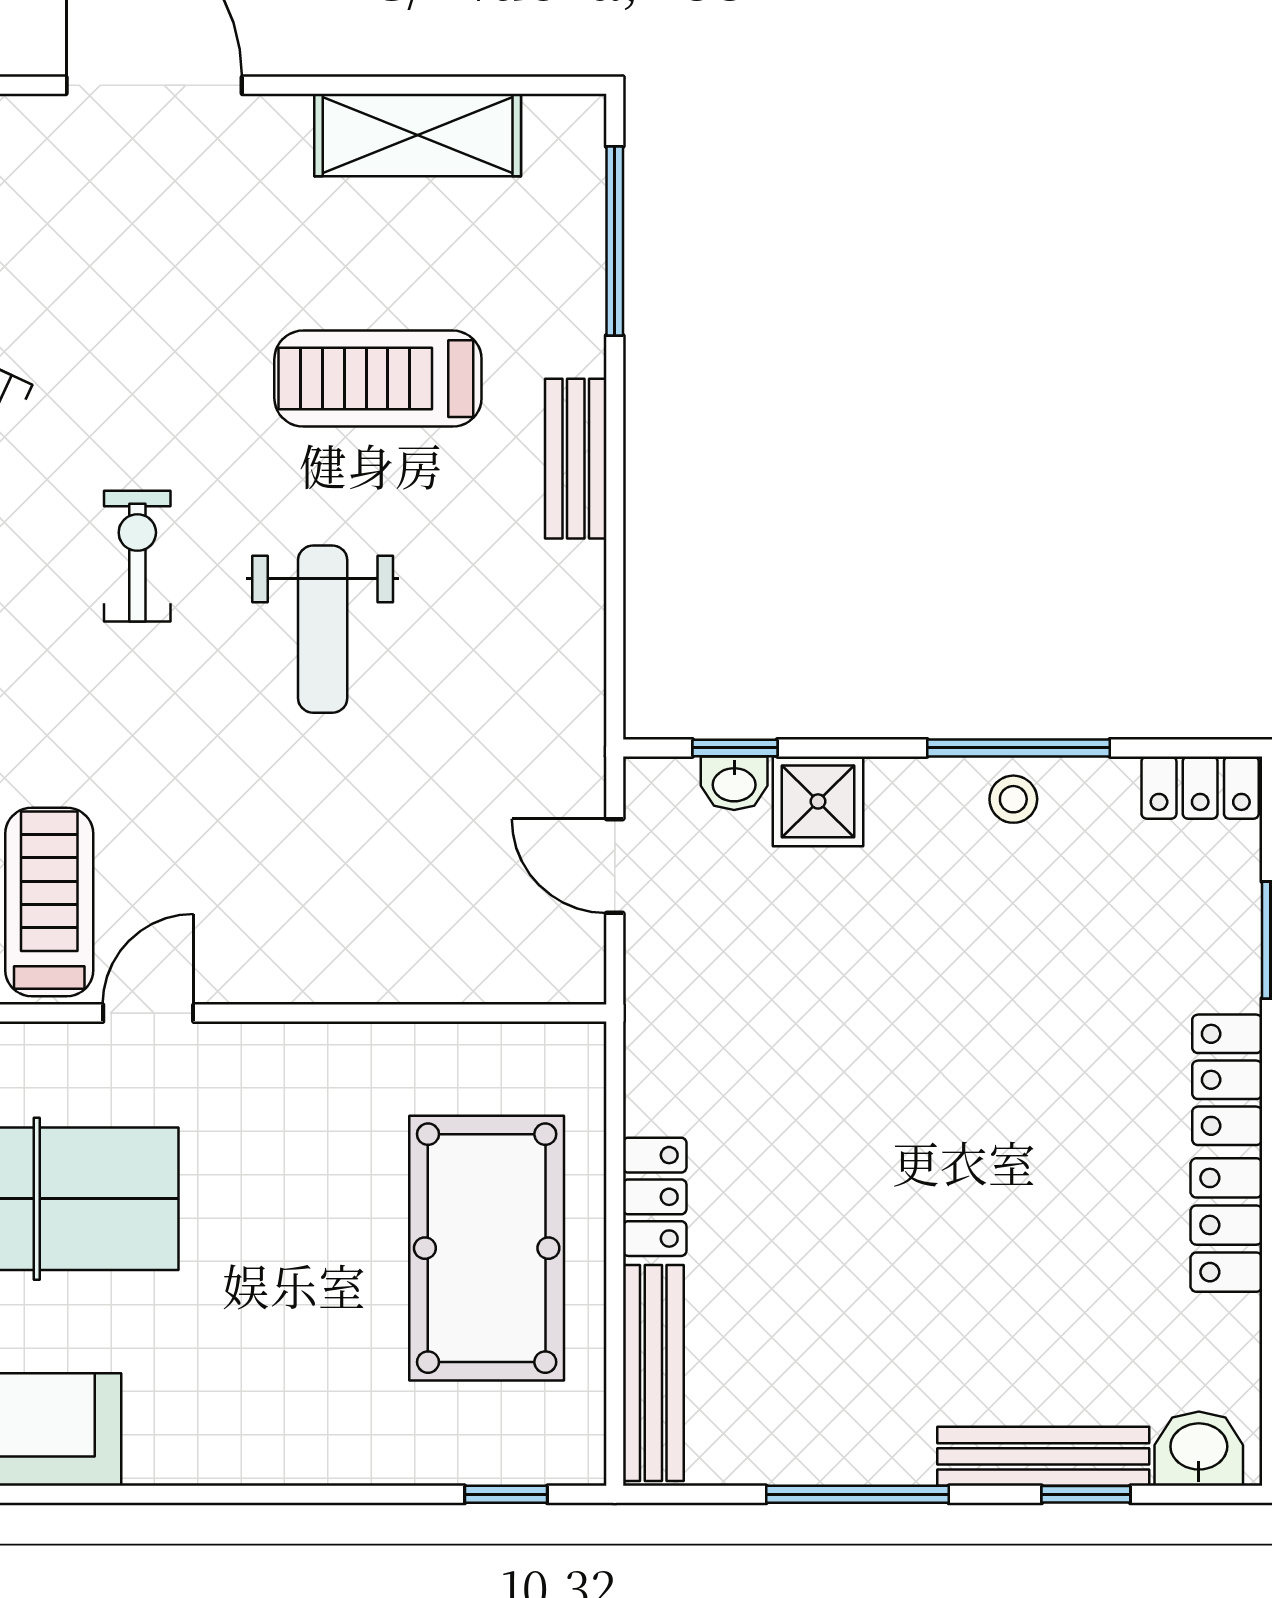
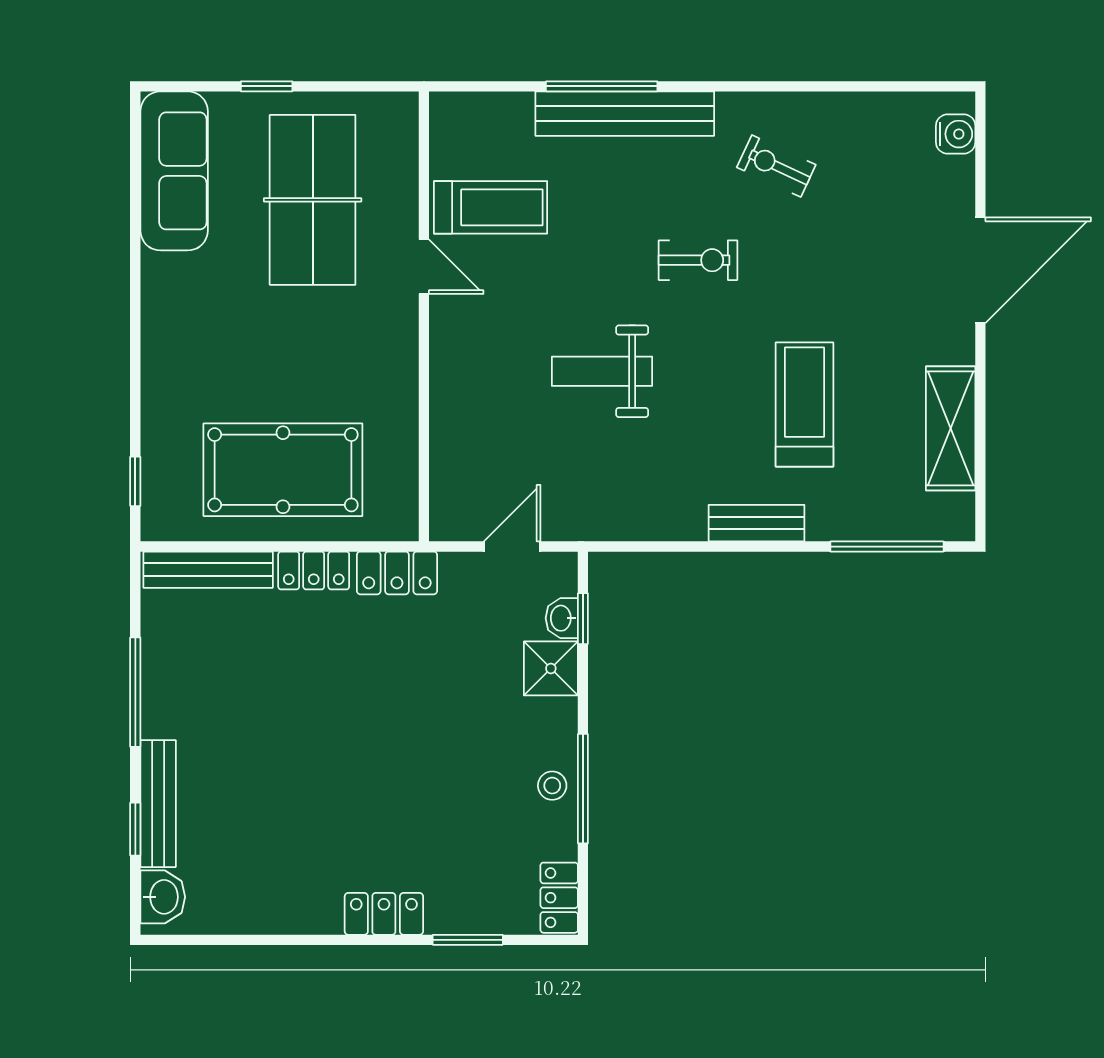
weight bench: (323, 629) -> (602, 371), moved
locker: (1226, 1225) -> (397, 573), moved, turned 180

